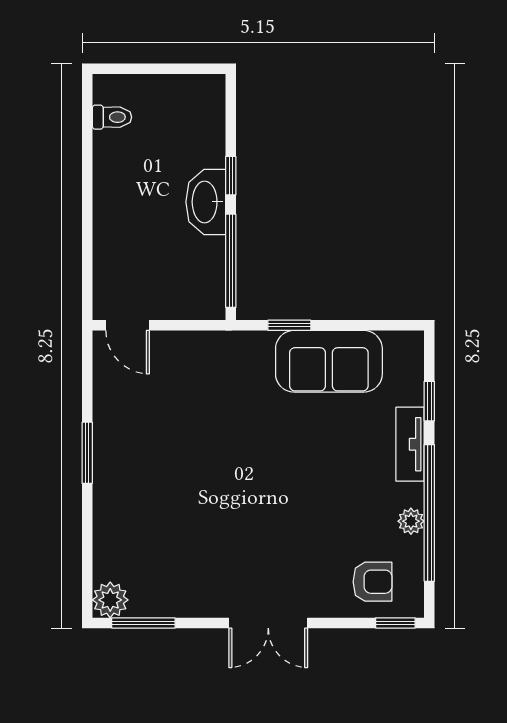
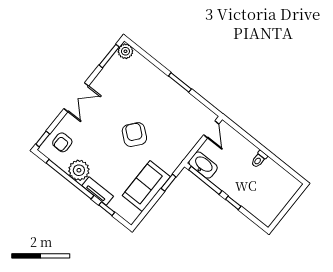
toilet: (112, 117) -> (259, 159), moved
washbasin: (206, 202) -> (203, 165), moved
door: (128, 325) -> (211, 129), swing flipped
armchair: (251, 460) -> (134, 135), added
plant: (411, 521) -> (79, 170), width x1.87, depth x1.87
double door: (268, 623) -> (76, 97), swing flipped

